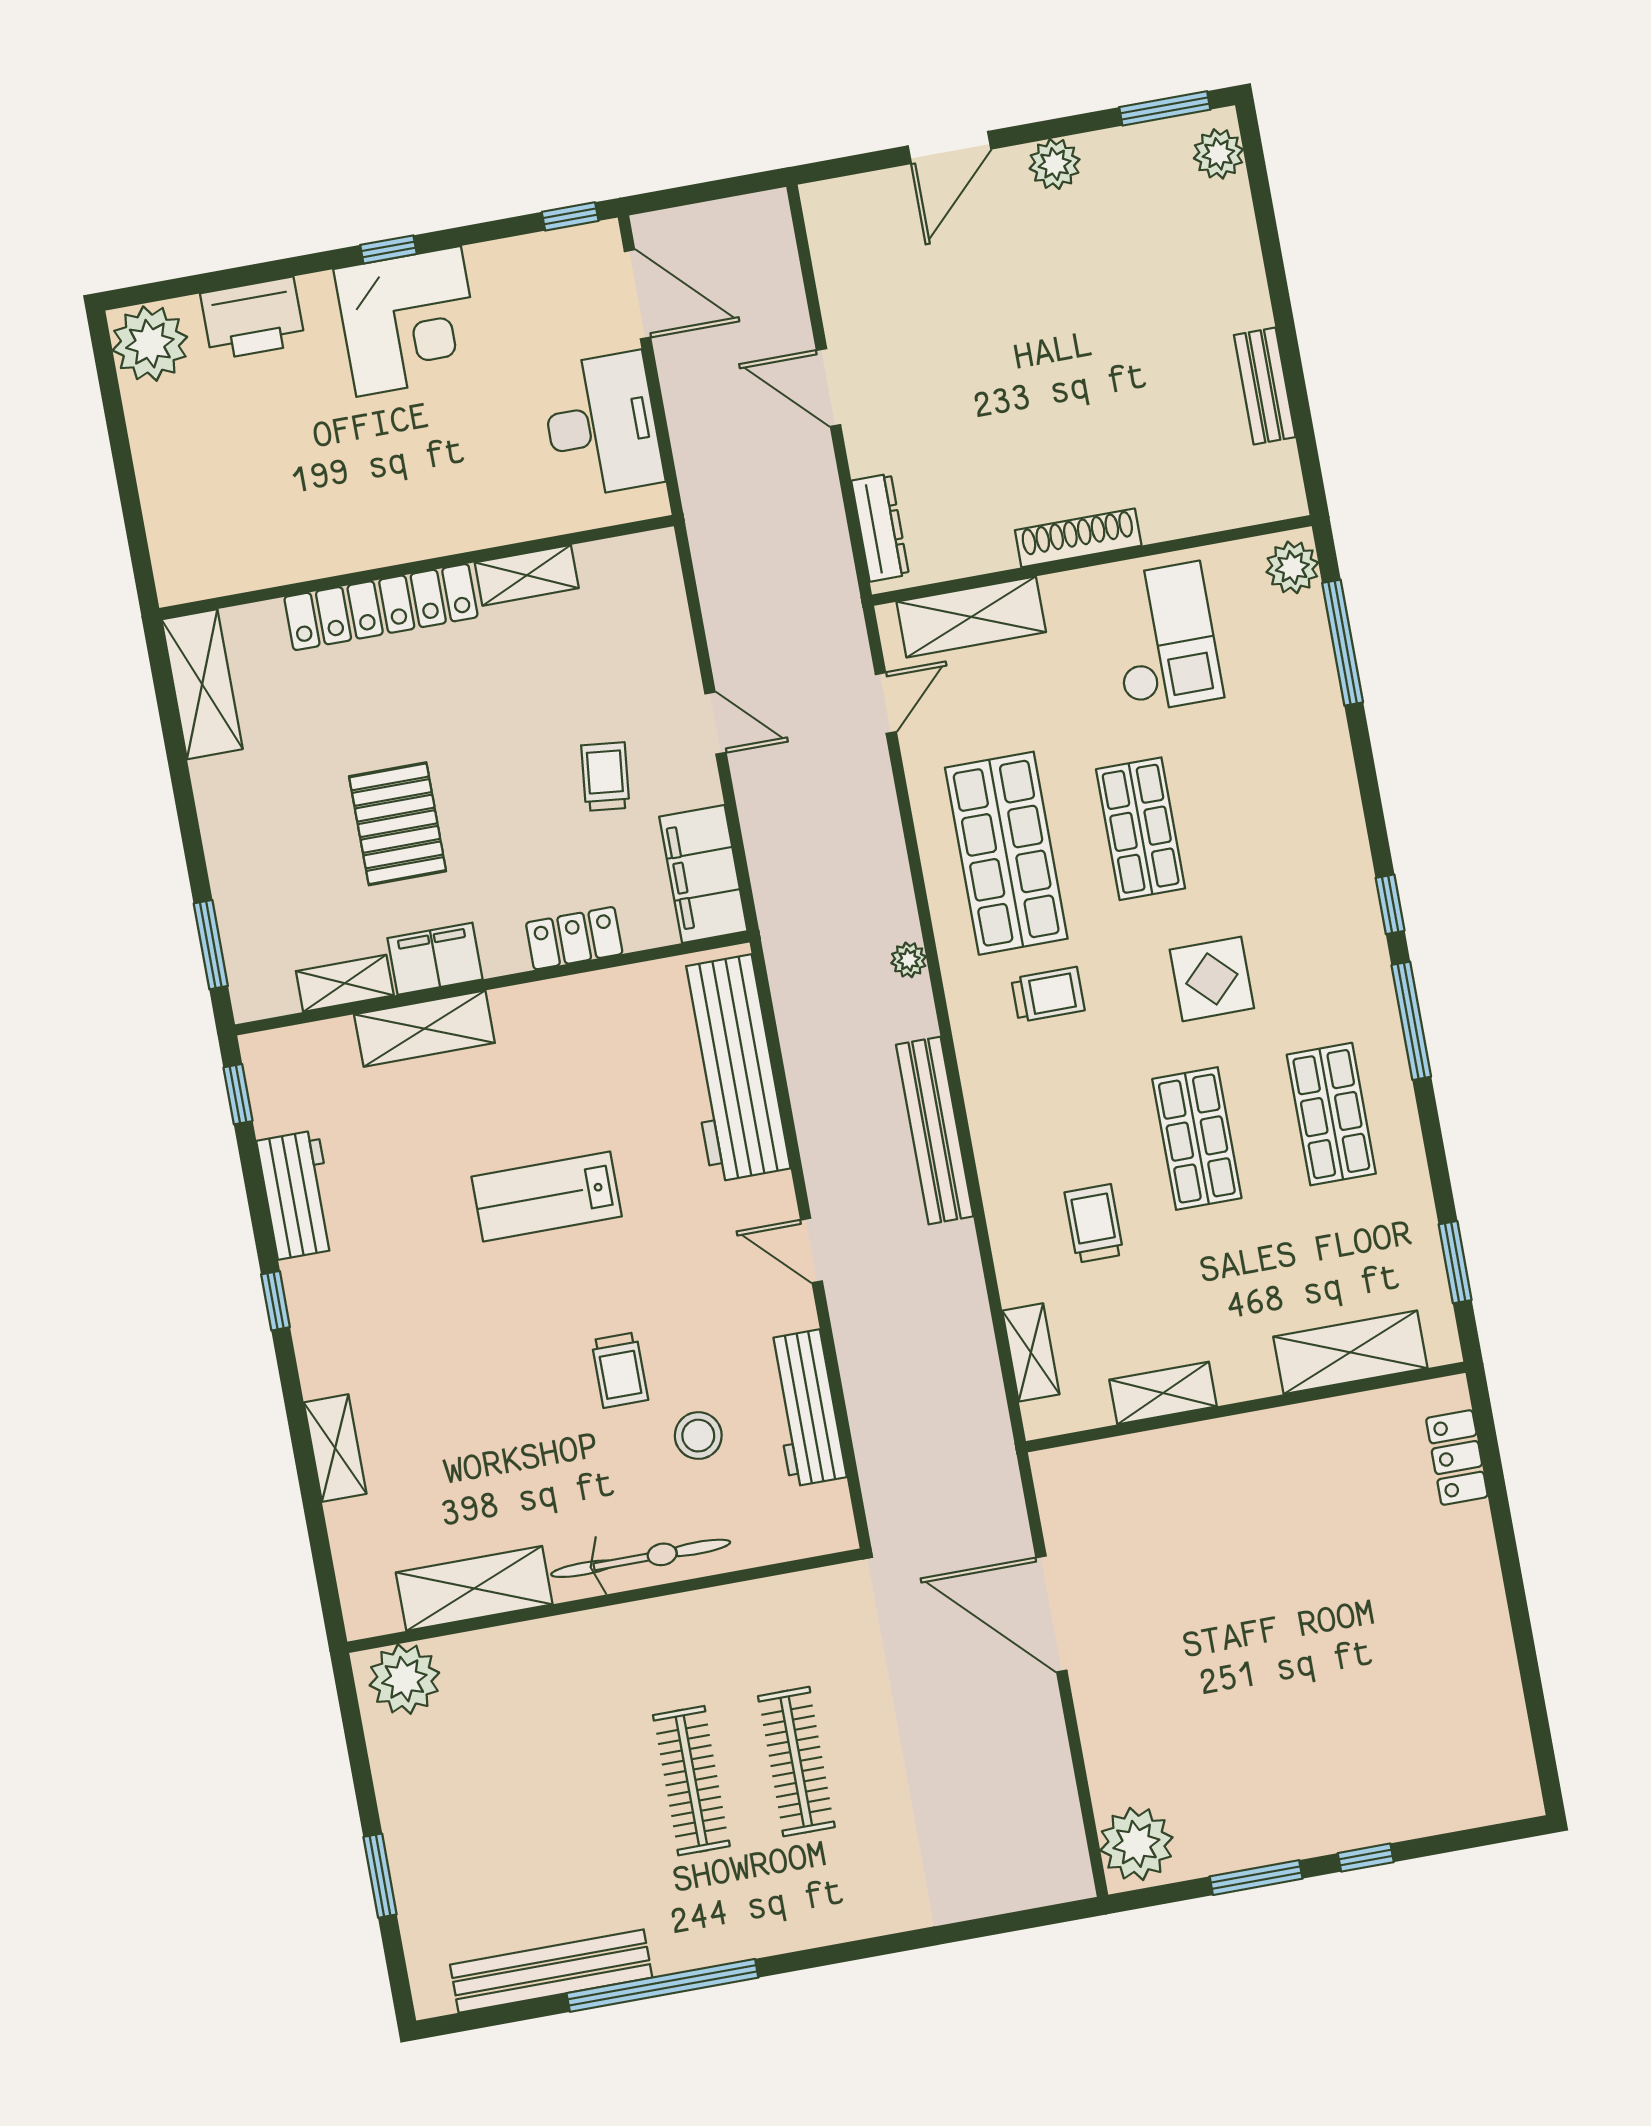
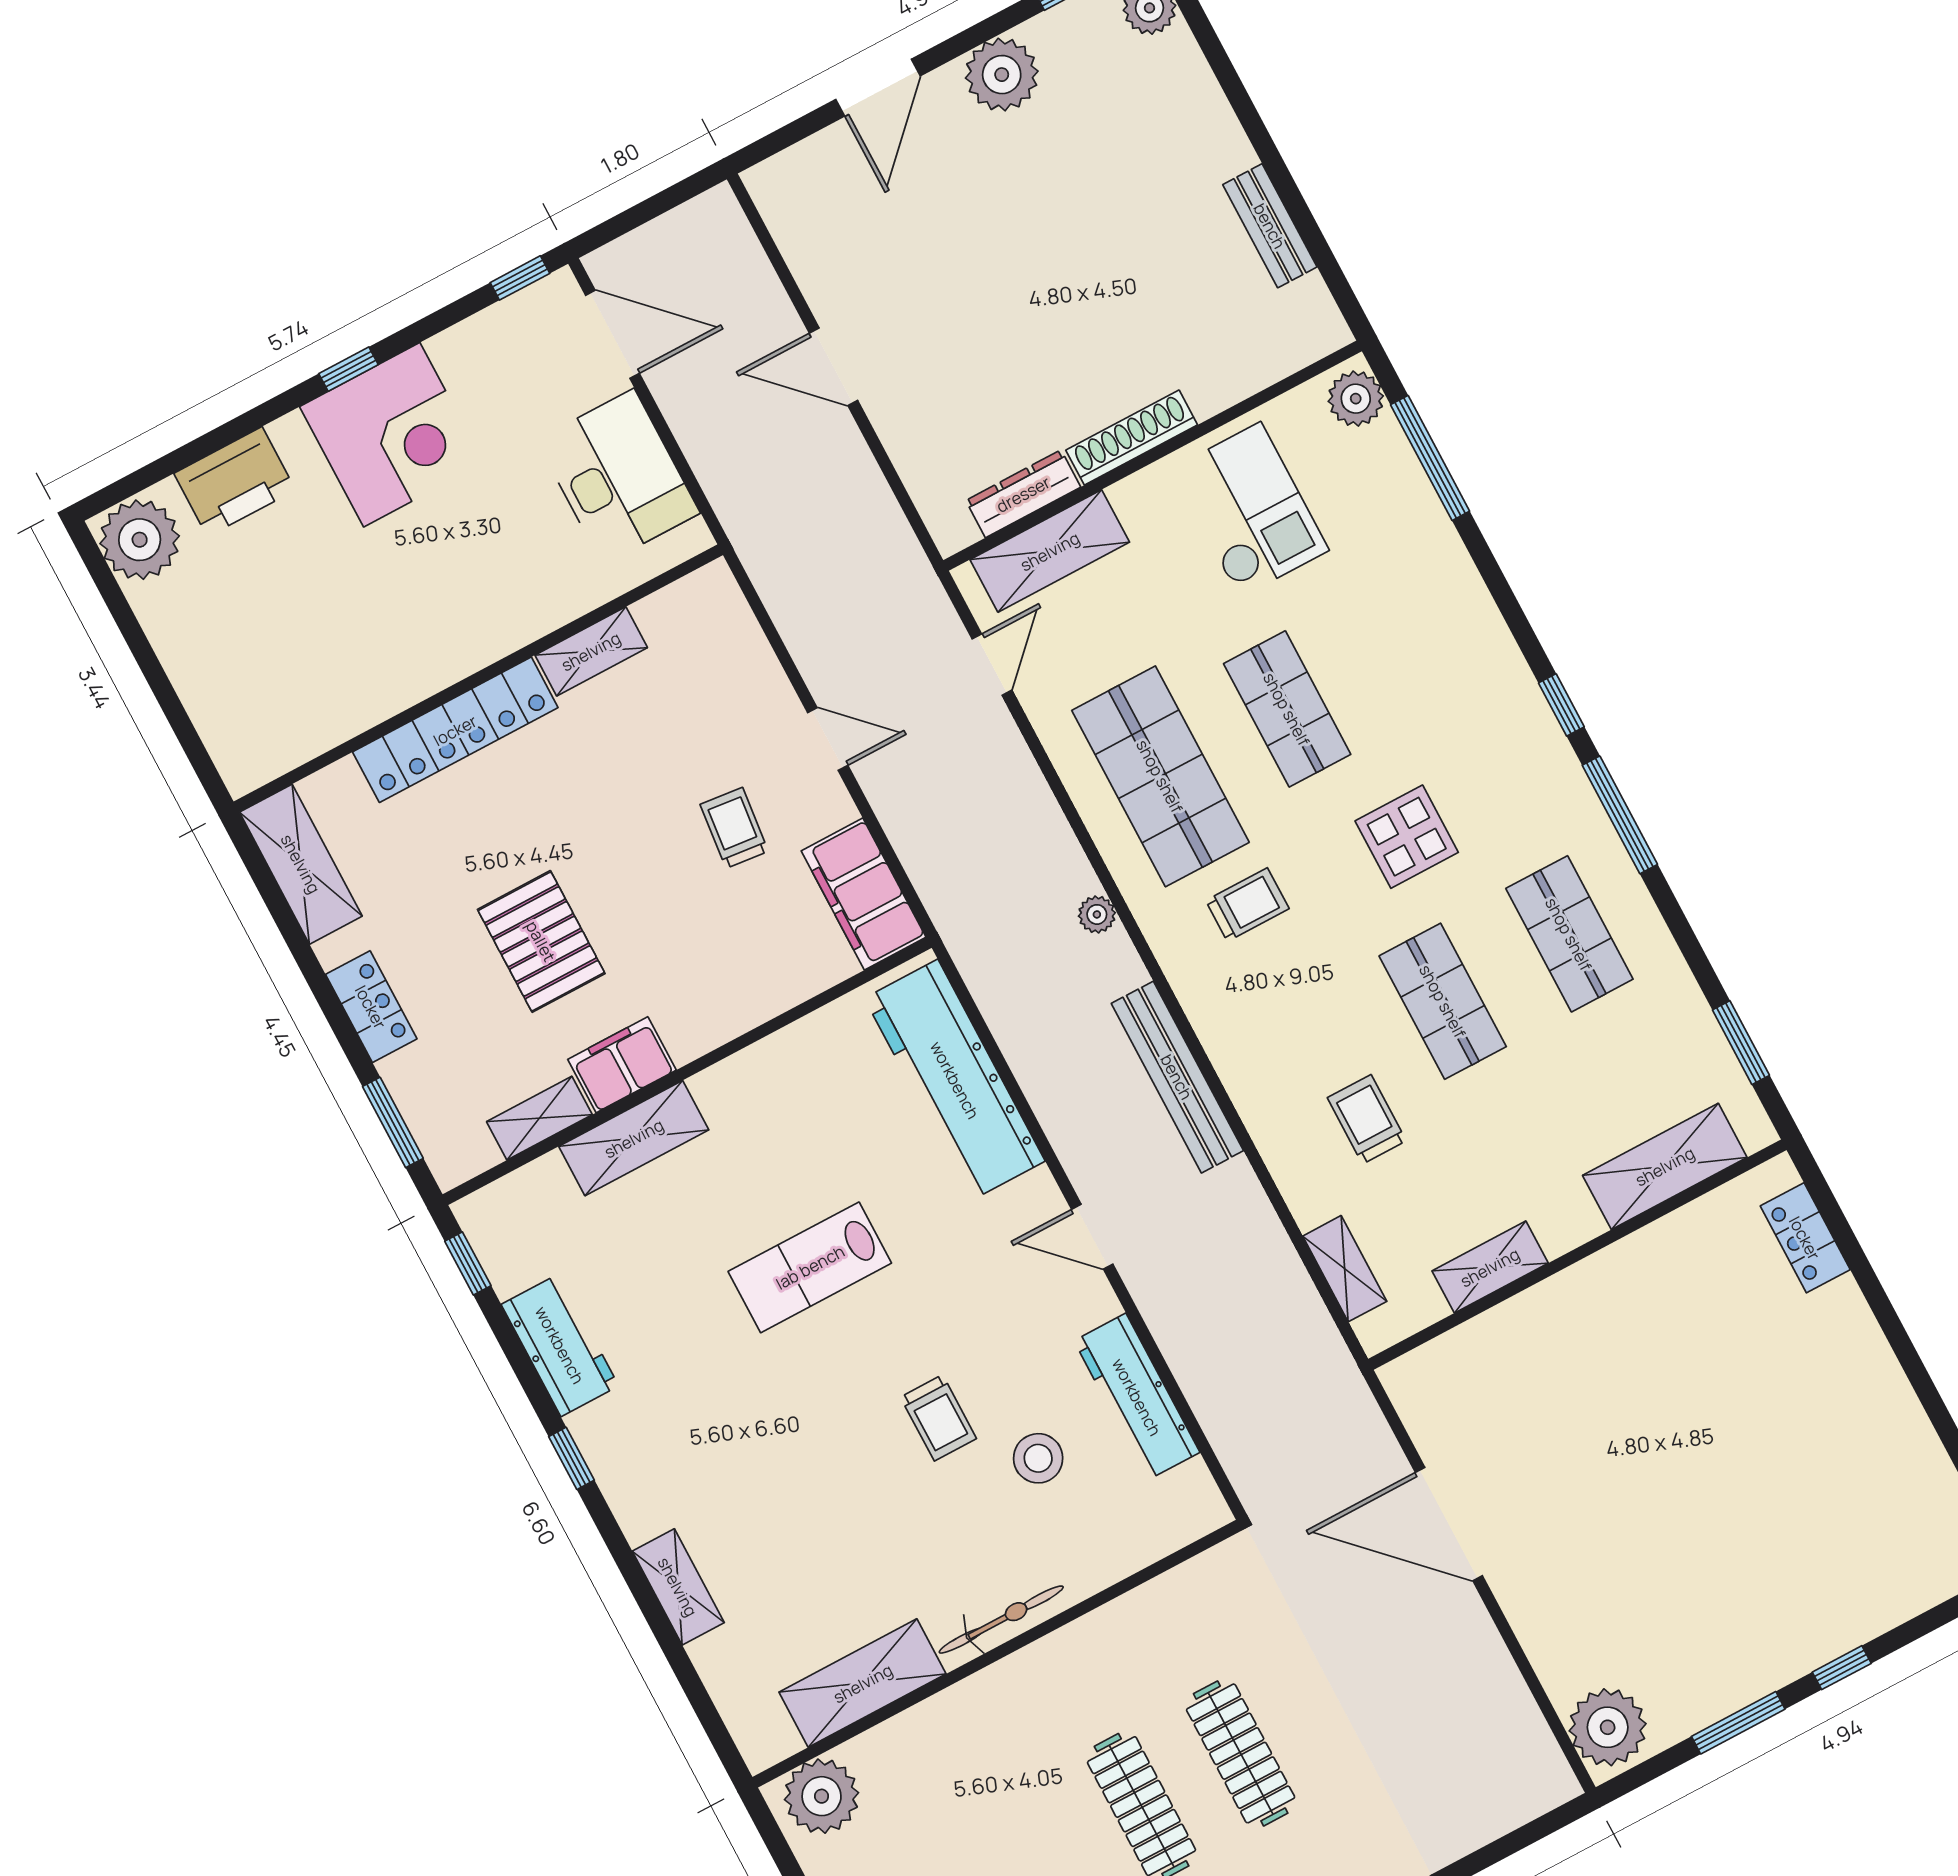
plant: (1055, 164) -> (1002, 75), width x1.36, depth x1.36
dresser: (880, 528) -> (1023, 494), moved, turned -90
locker: (574, 938) -> (371, 1007), moved, turned 90
bicycle: (641, 1558) -> (1001, 1620), width x0.73, depth x0.71

